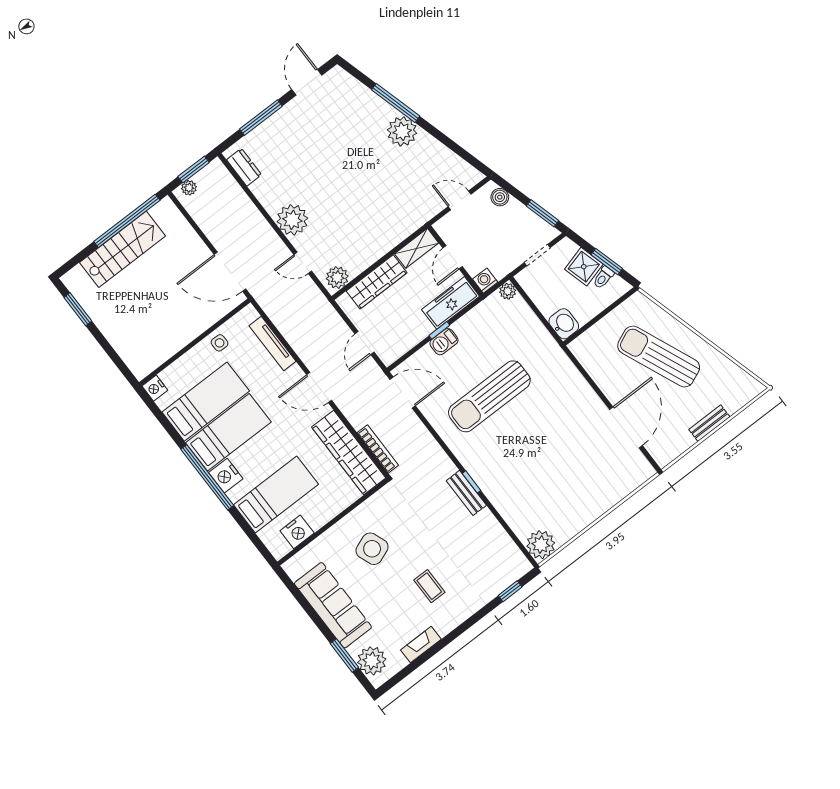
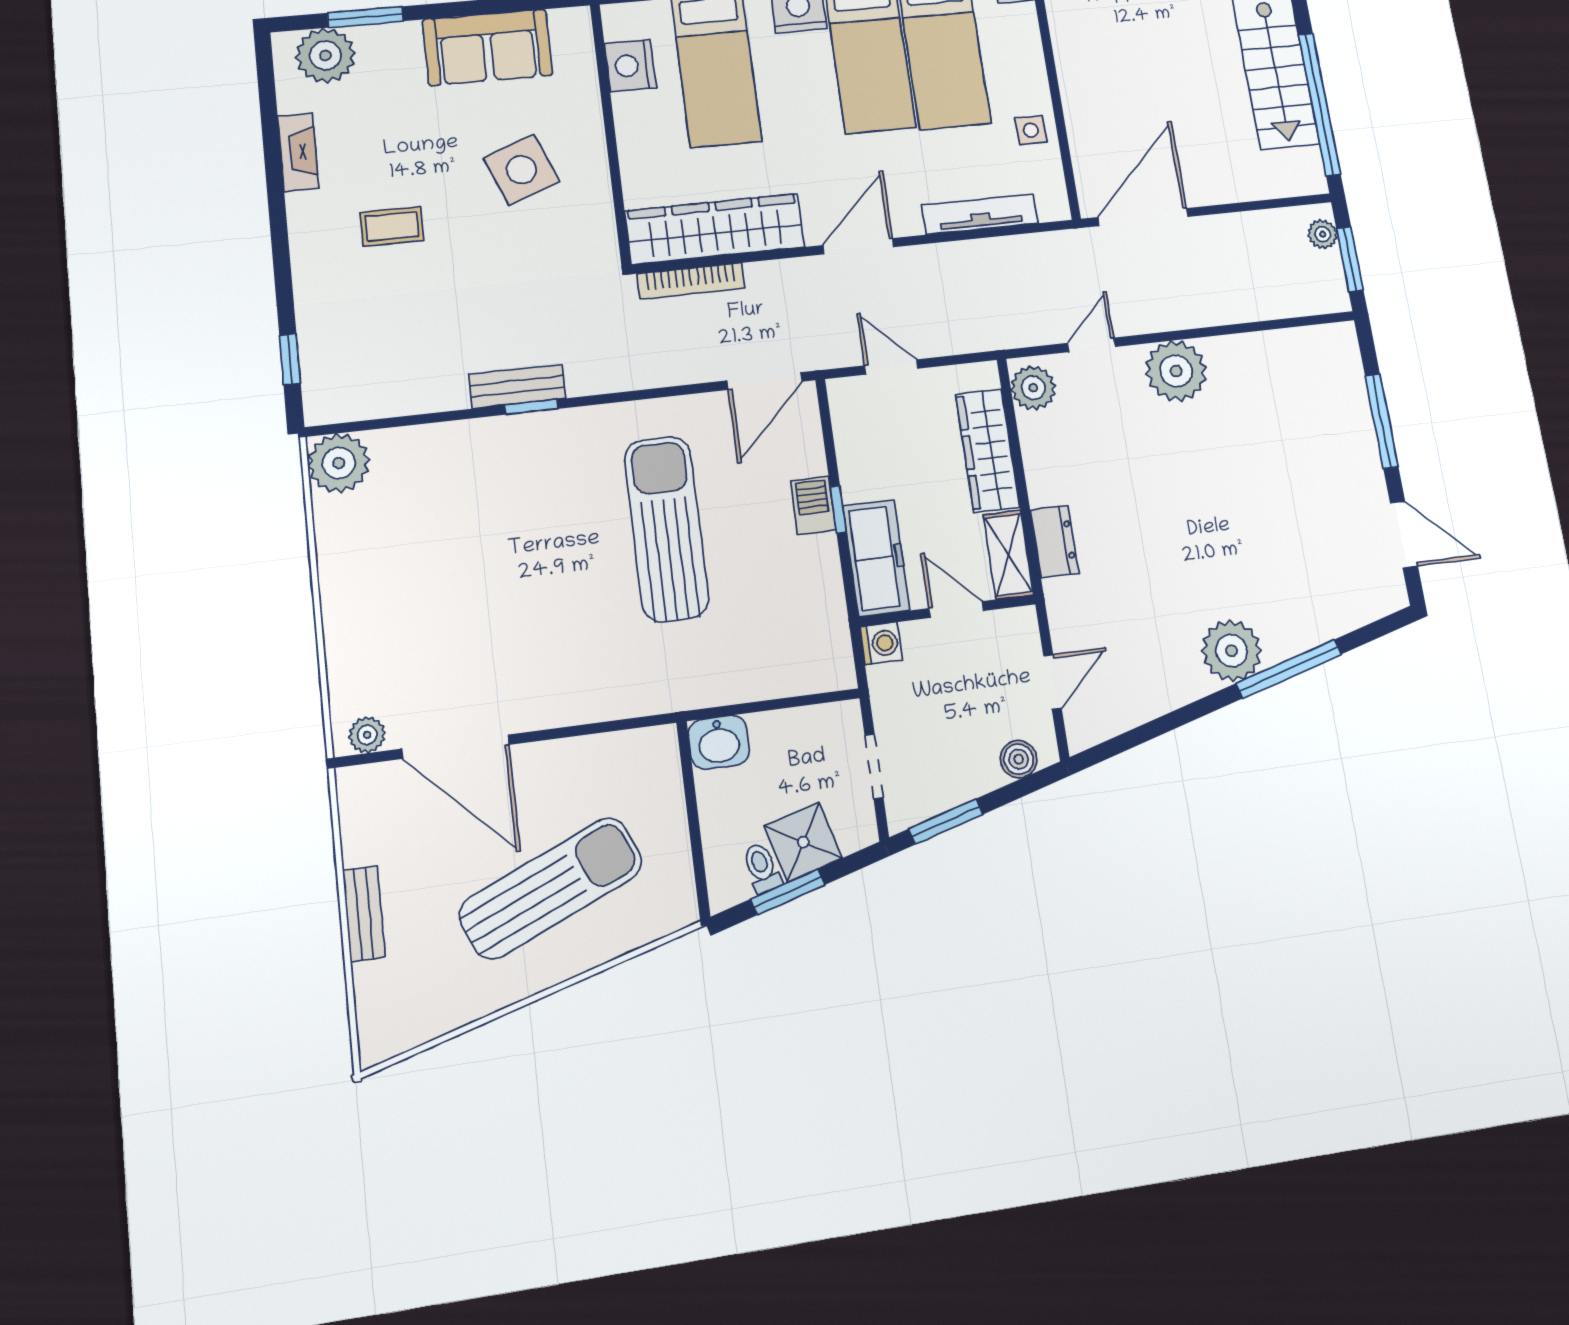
dresser: (244, 167) -> (1054, 541), moved, turned -90
plant: (508, 291) -> (367, 735), moved
sofa: (333, 605) -> (488, 47), width x0.73

